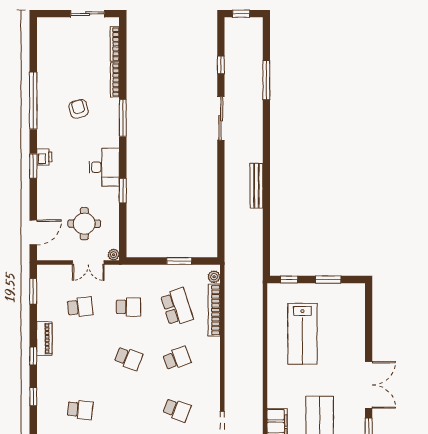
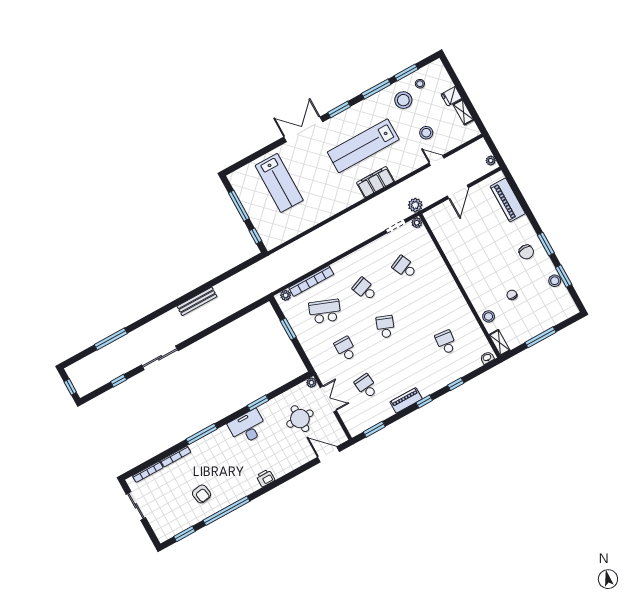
armchair: (79, 109) -> (202, 494), moved, turned -86
window: (33, 166) -> (184, 534), moved
window: (328, 279) -> (239, 206), width x1.44
school desk: (177, 307) -> (325, 311), turned 39
lab bench: (302, 334) -> (279, 183), moved, turned 90
school desk: (177, 410) -> (405, 267), turned -45

